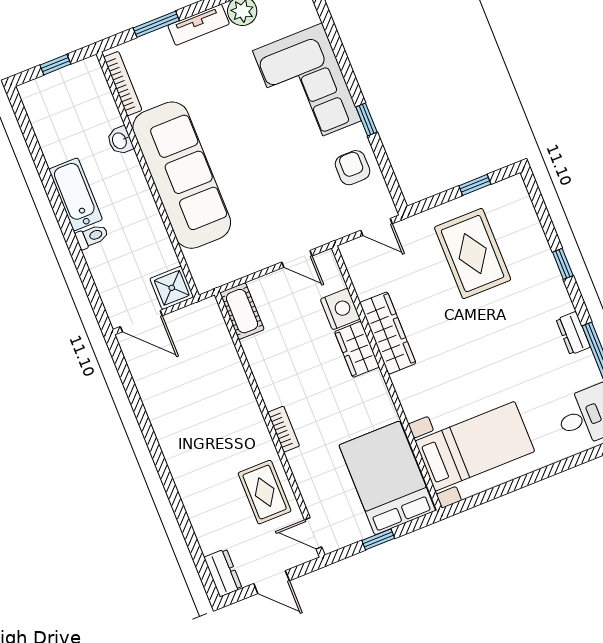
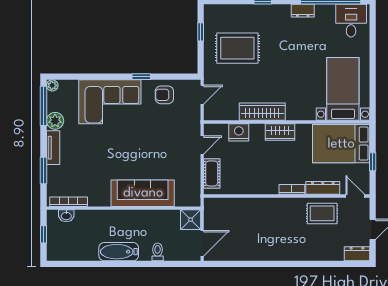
washbasin: (120, 141) -> (66, 216), moved
sofa: (182, 175) -> (143, 193), width x0.74, depth x0.79
toilet: (92, 236) -> (158, 252), moved
cot: (242, 311) -> (212, 173), moved, turned 90
wardrobe: (357, 349) -> (280, 132), moved
dresser: (306, 477) -> (323, 188), added
door: (313, 533) -> (355, 196), swing flipped

